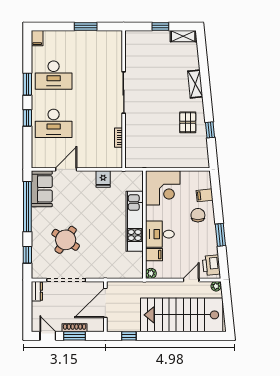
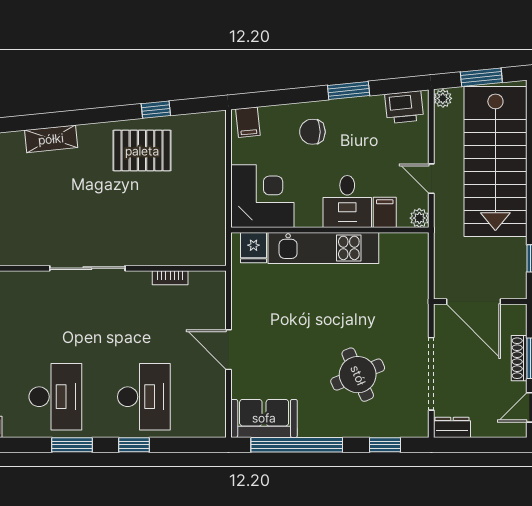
shelving: (195, 84) -> (51, 139), moved
pallet: (188, 122) -> (142, 151), width x1.50, depth x1.42
door: (66, 169) -> (228, 350), moved
fridge: (103, 179) -> (254, 248), moved, turned 90
filing cabinet: (205, 195) -> (248, 122), moved
round table: (66, 240) -> (358, 375), turned 33
door: (191, 280) -> (431, 179), moved
window: (228, 307) -> (481, 77), added

